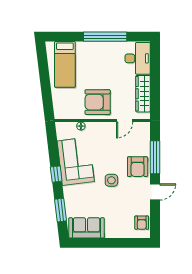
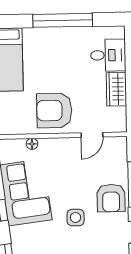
desk: (138, 58) -> (108, 55), width x0.73
wardrobe: (143, 94) -> (116, 89), width x0.67

